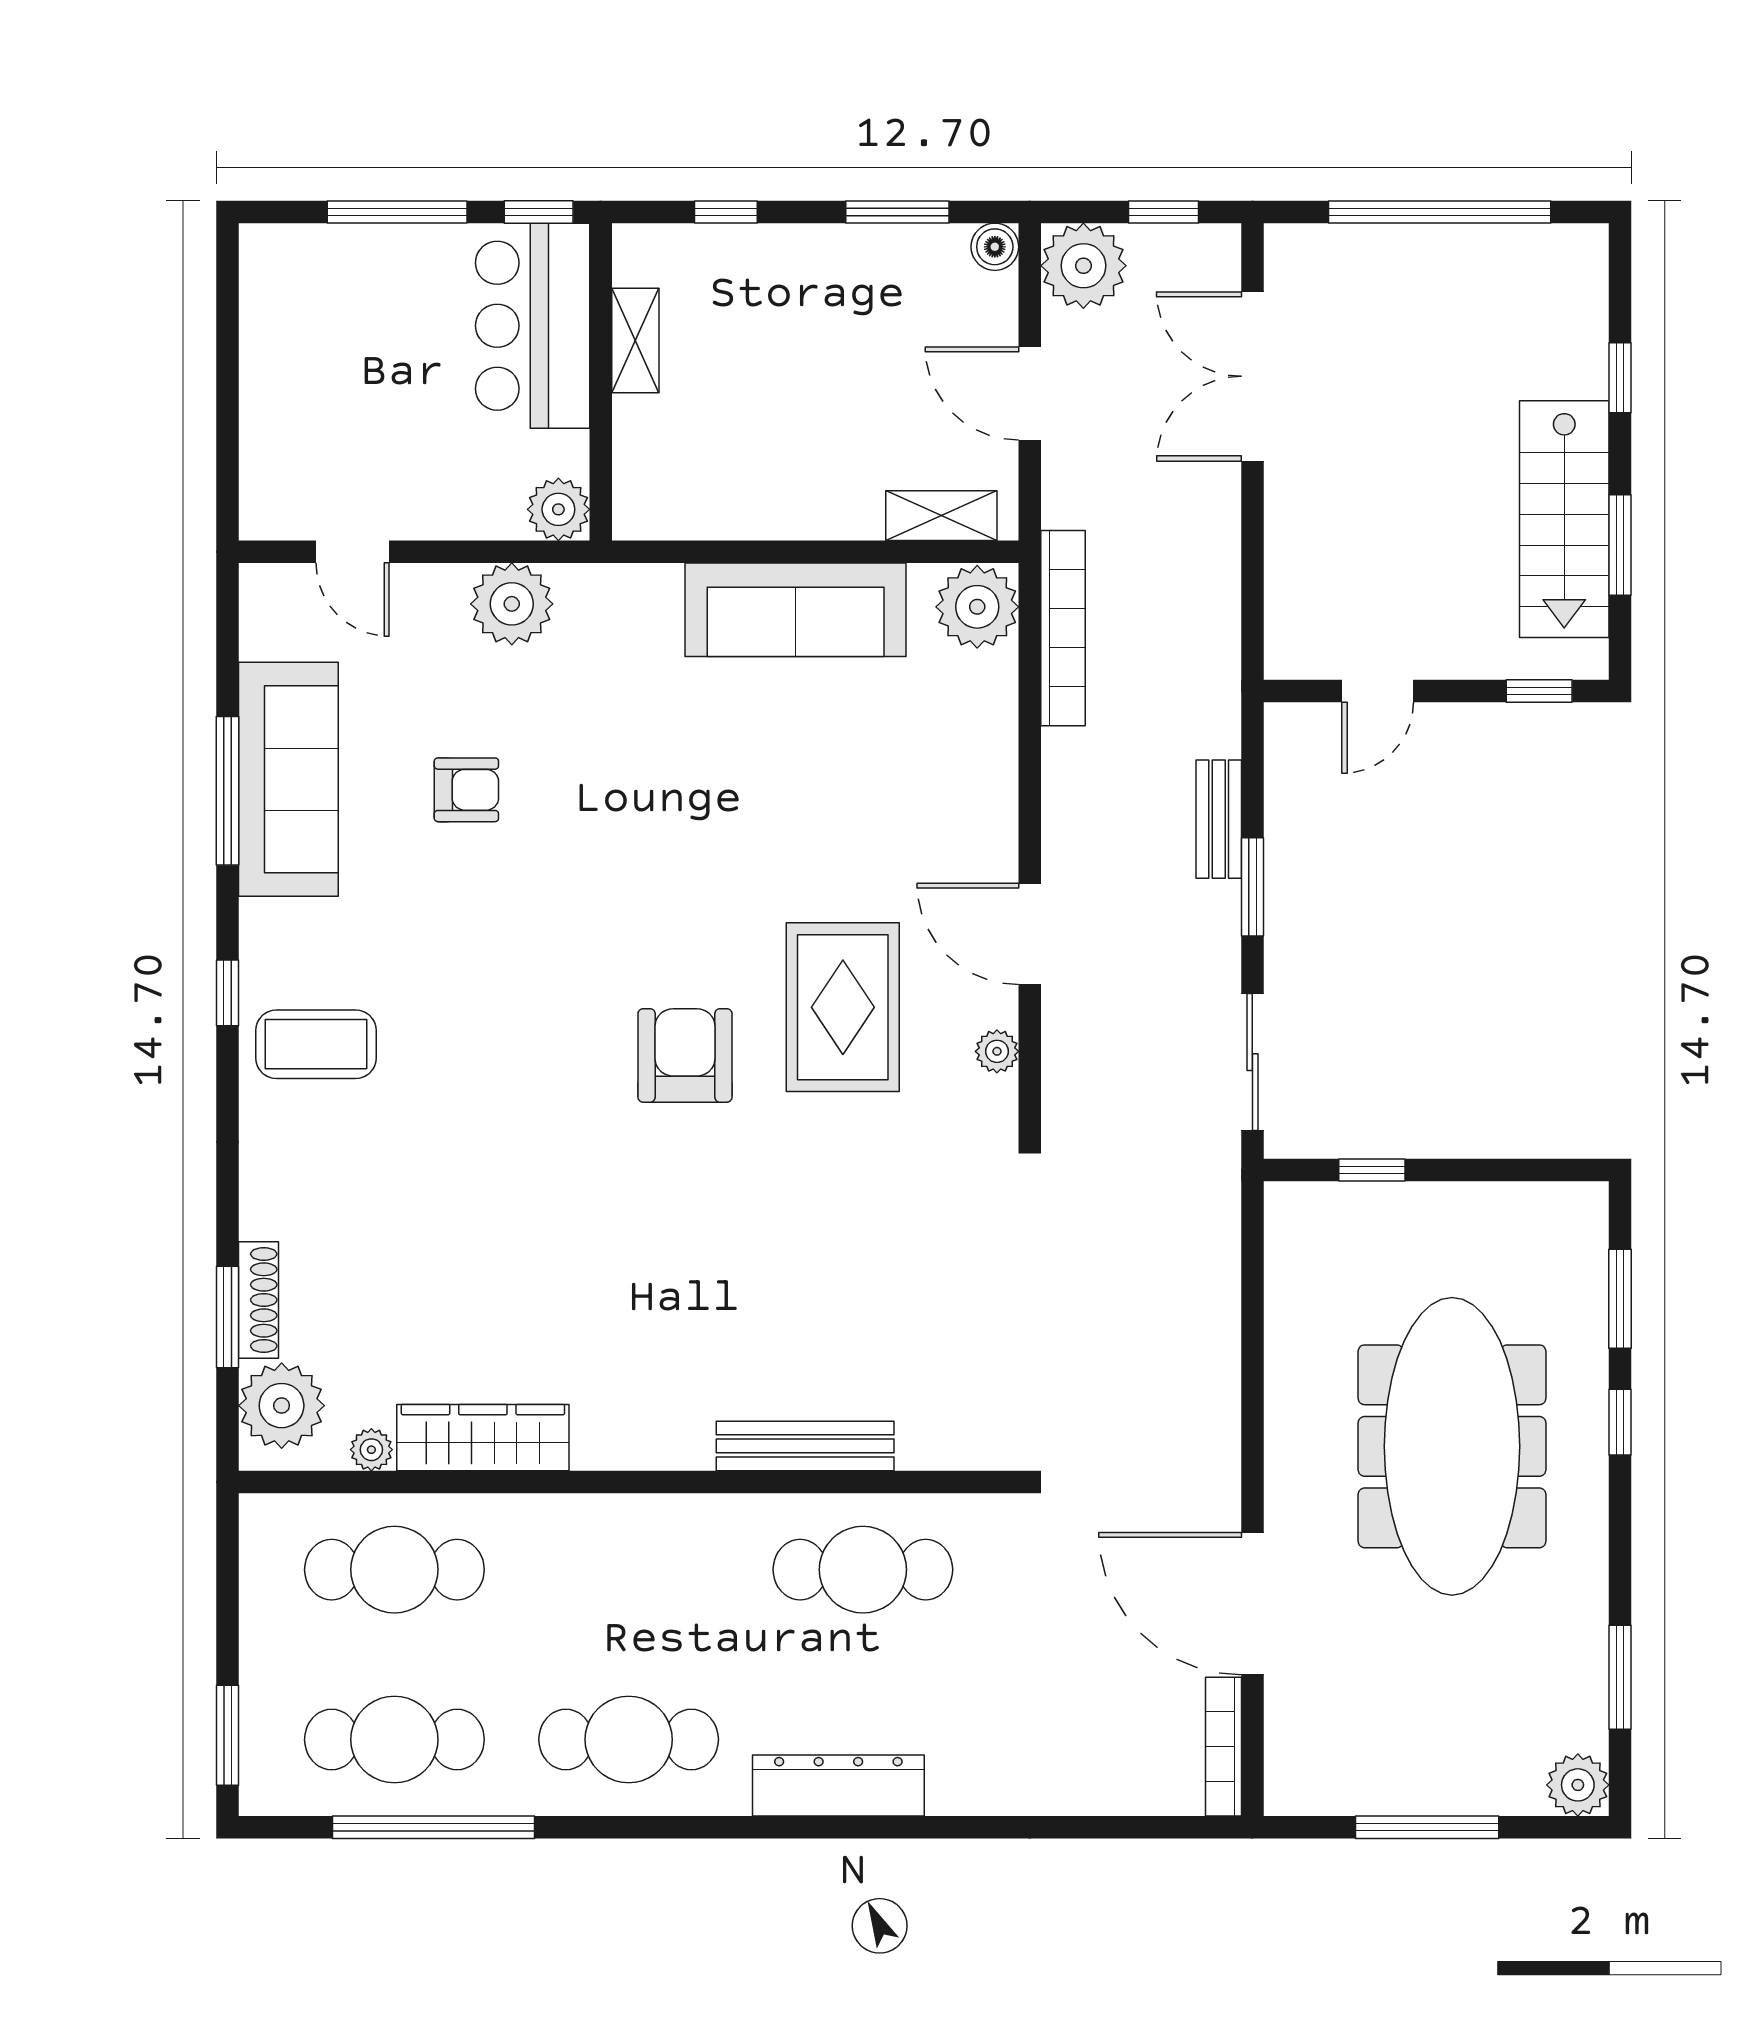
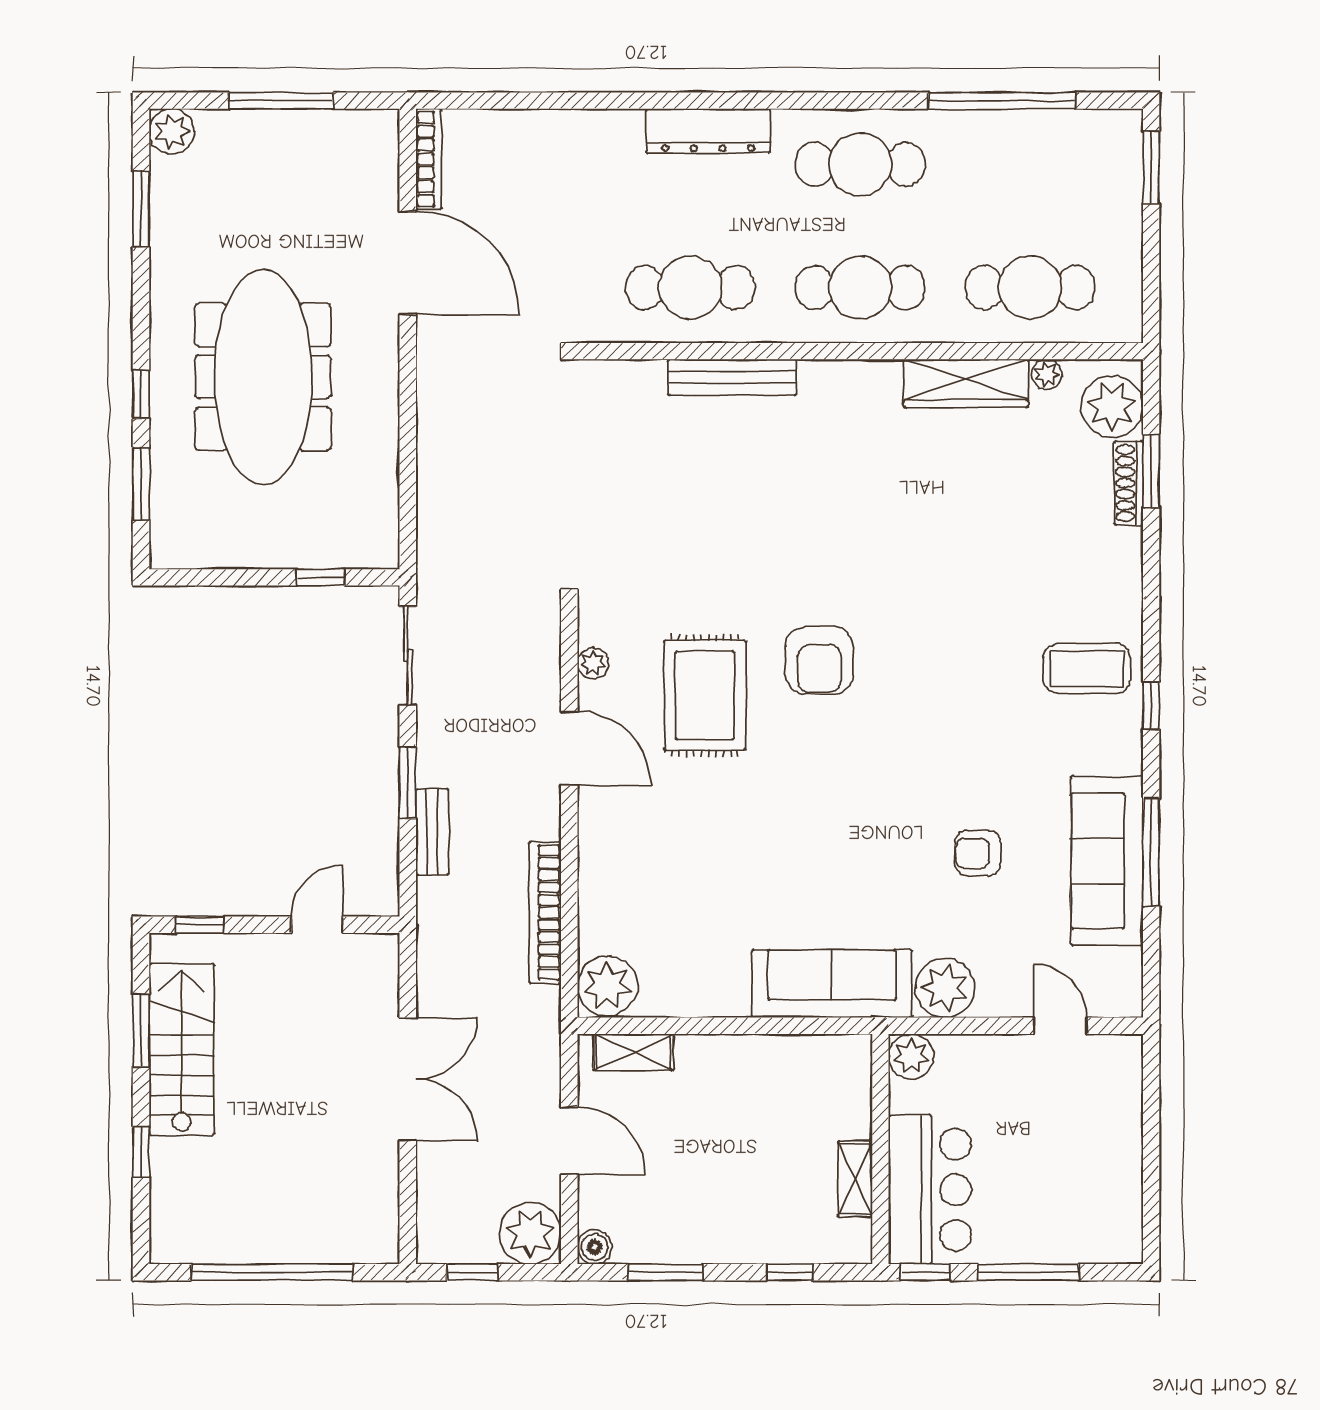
double door: (1252, 376) -> (408, 1079), moved
sofa: (796, 610) -> (832, 984), moved
bookcase: (1063, 628) -> (545, 912), moved
cafe table: (394, 1740) -> (860, 287), moved

